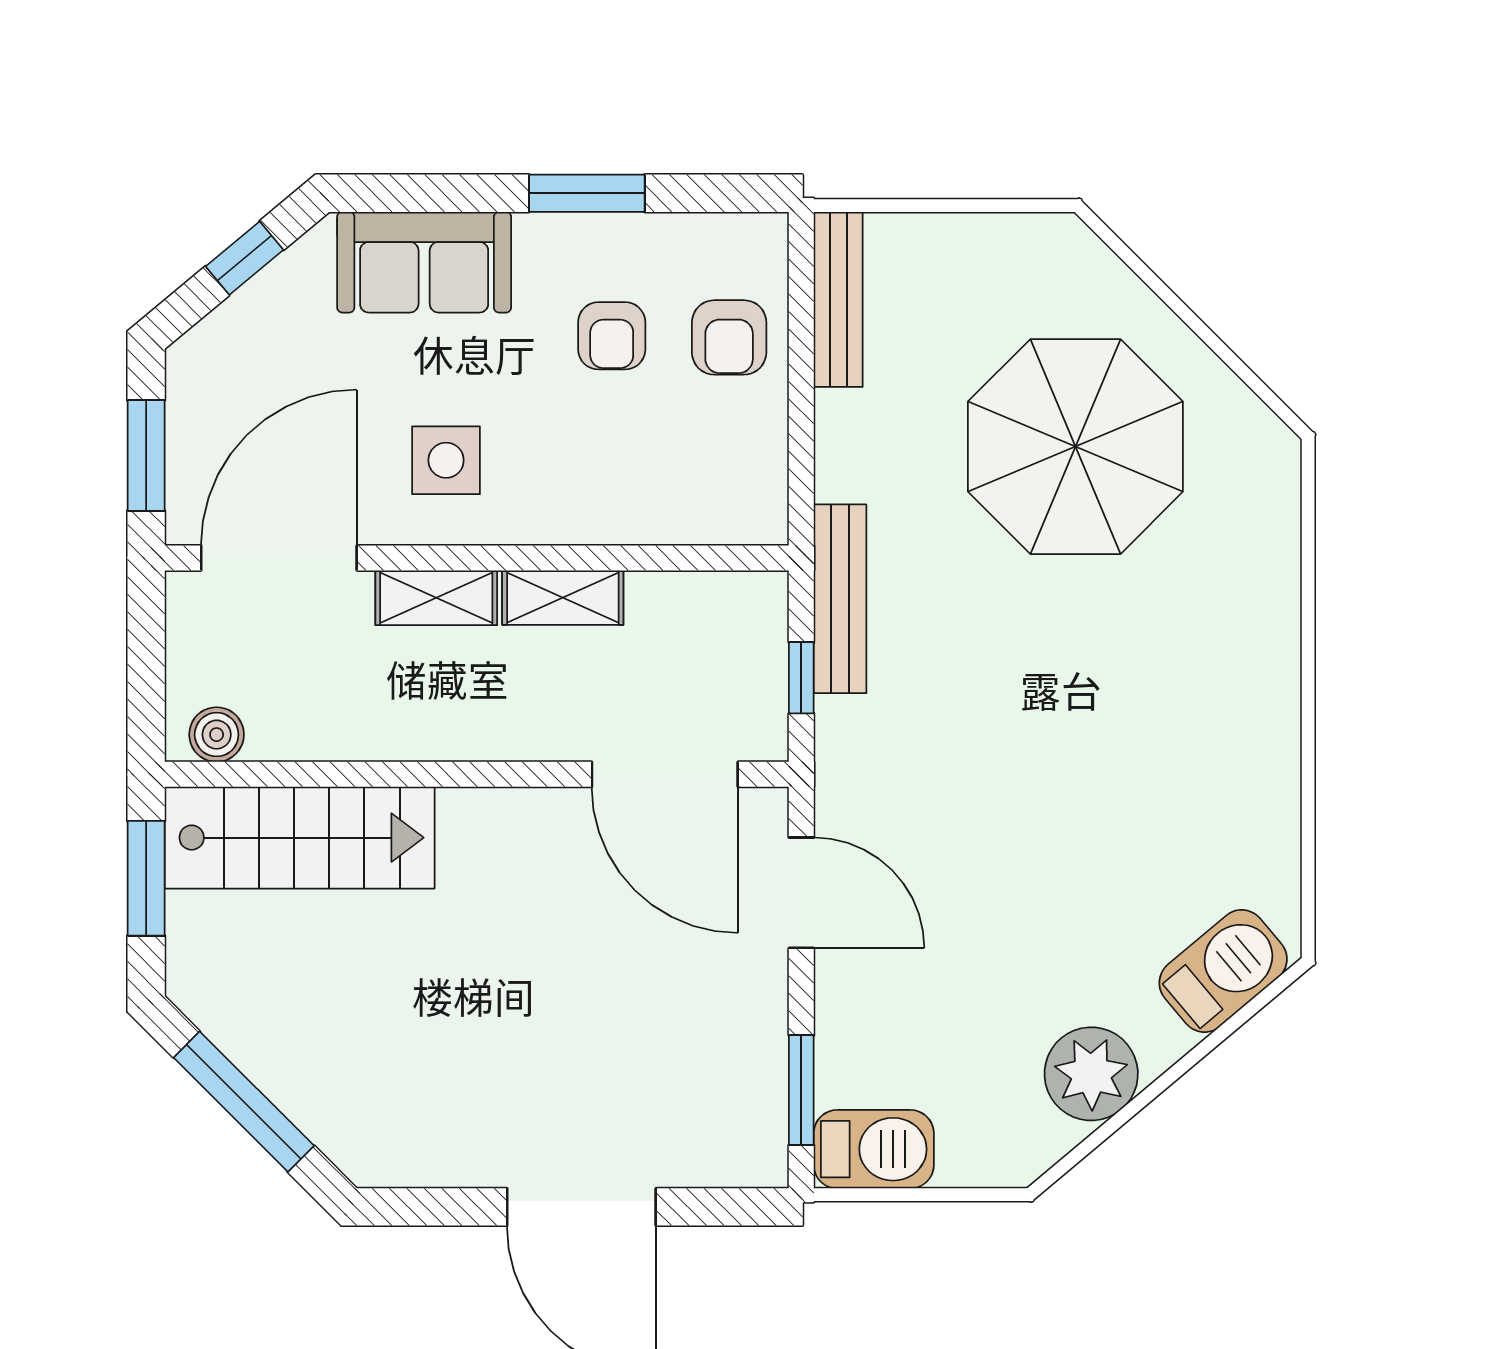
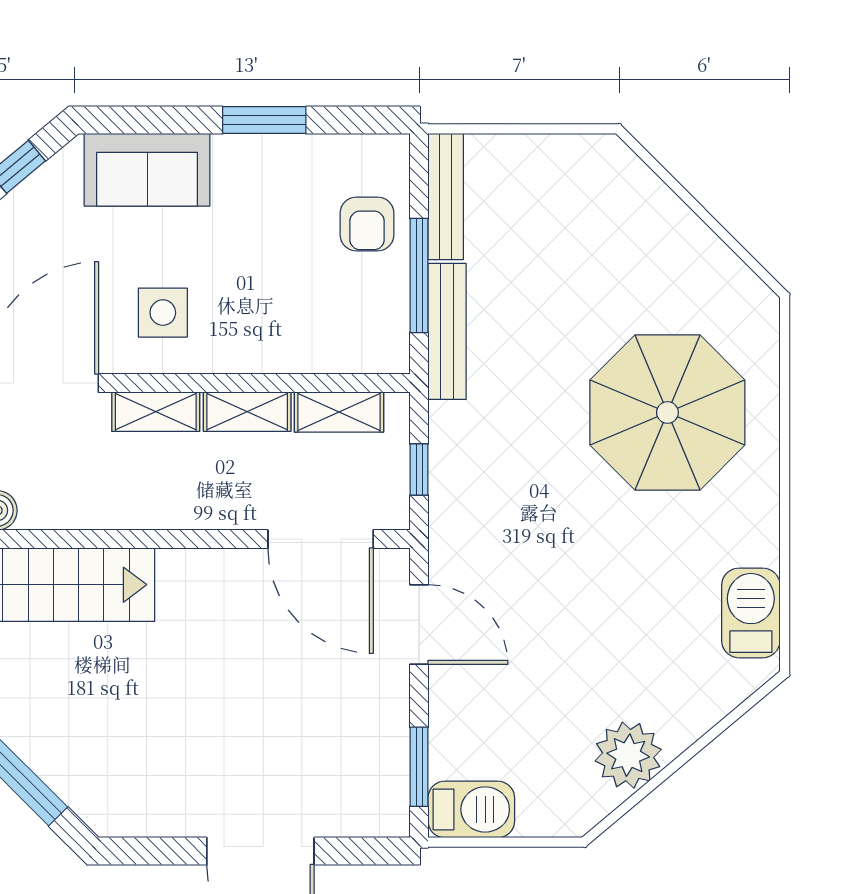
armchair: (612, 336) -> (282, 223), removed
window: (801, 409) -> (419, 276), added
parasol: (1075, 447) -> (667, 412), moved
shelving: (690, 598) -> (339, 412), added
bench: (840, 599) -> (447, 331), moved
barbecue: (1223, 971) -> (751, 613), moved, turned -50

